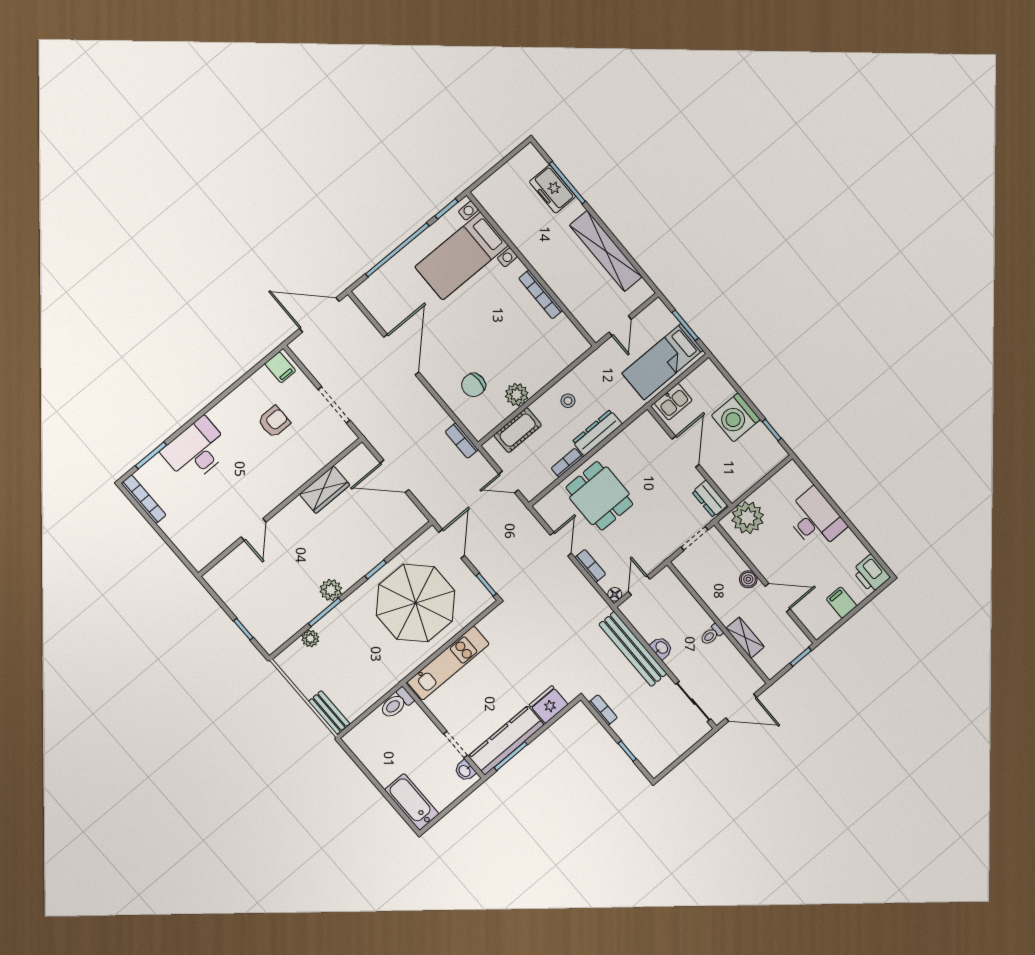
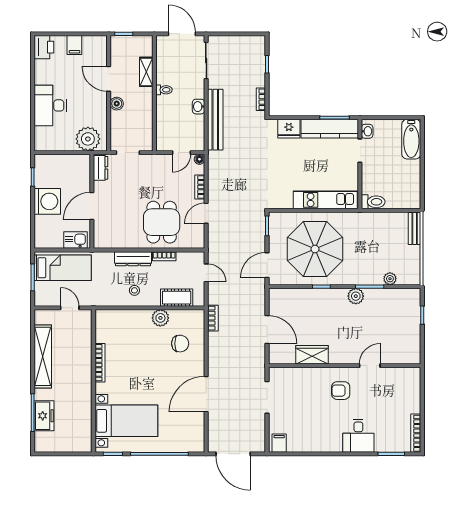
door: (620, 326) -> (70, 308), hinge flipped
armchair: (274, 422) -> (341, 391), moved
desk: (196, 450) -> (358, 436), width x0.73

